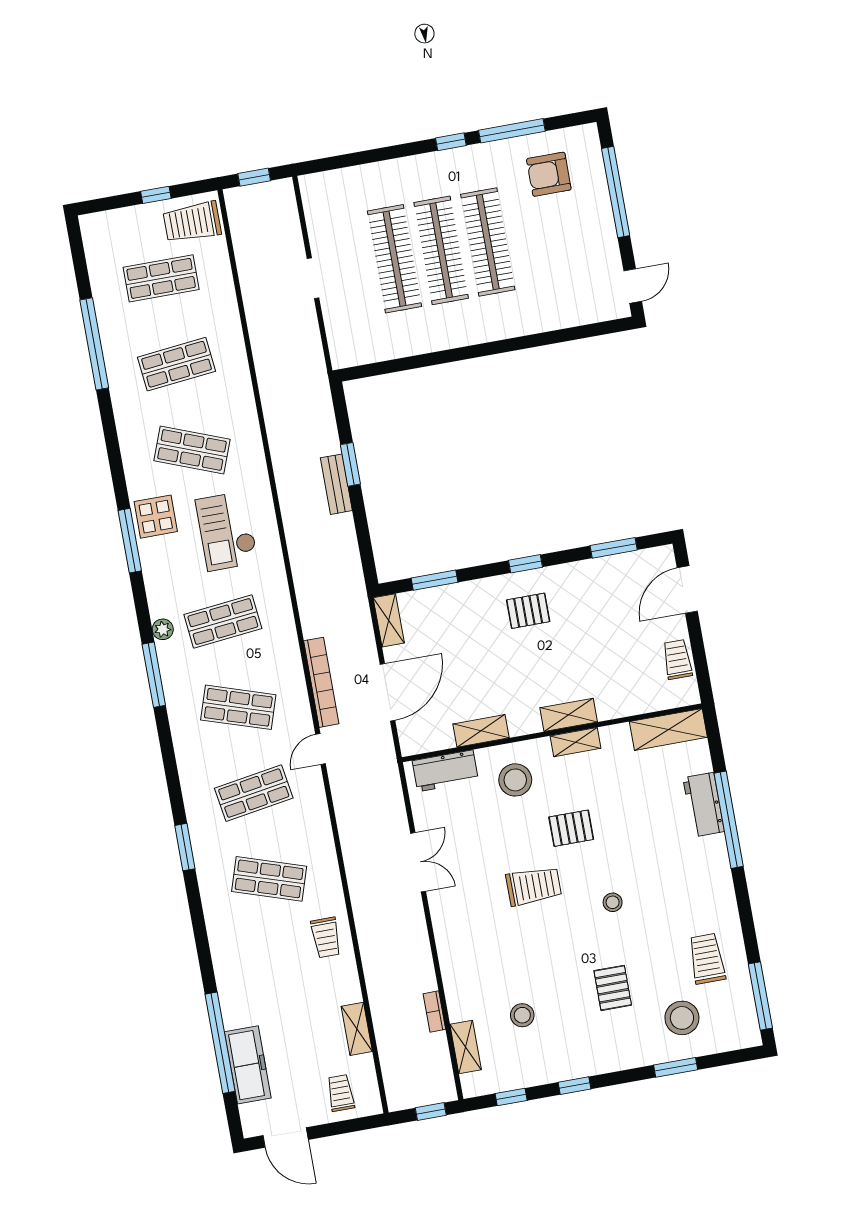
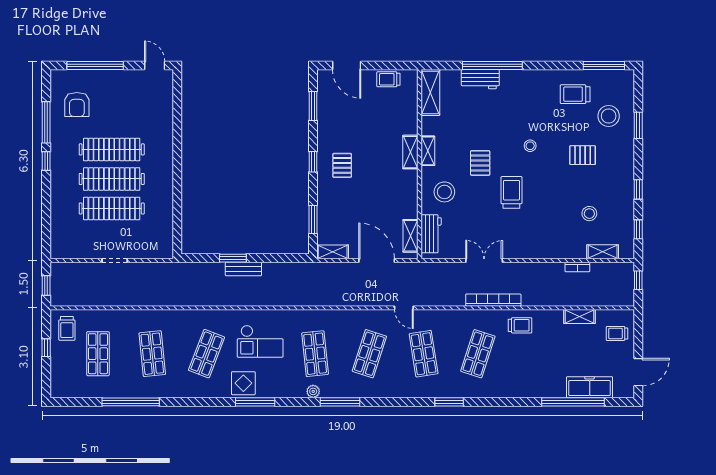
trolley: (192, 222) -> (67, 328), width x0.73, depth x0.72
bookcase: (321, 682) -> (493, 300), moved
shelving: (481, 731) -> (411, 236), moved

